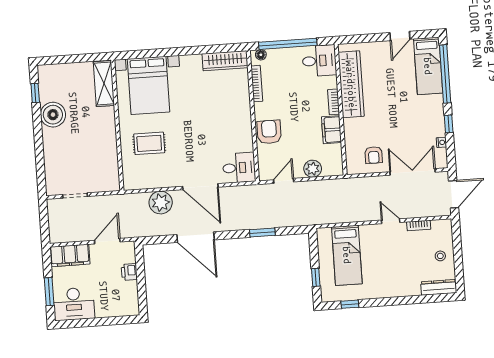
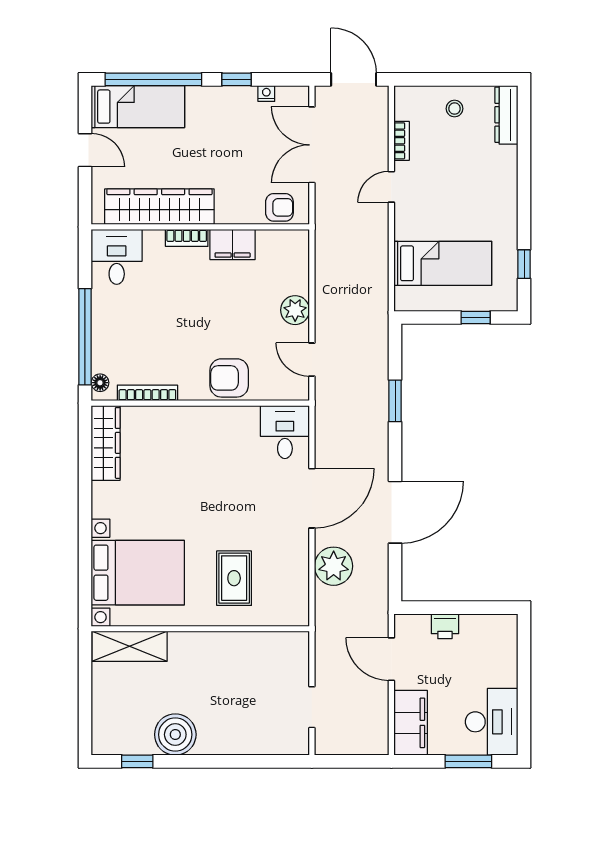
desk: (319, 61) -> (117, 257), moved
wardrobe: (351, 84) -> (159, 207), moved
bookcase: (334, 102) -> (187, 238), moved
wall: (341, 110) -> (200, 227), moved
filing cabinet: (332, 130) -> (233, 245), moved

